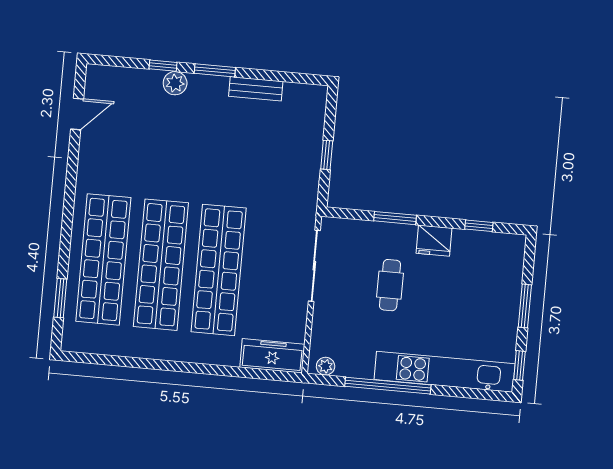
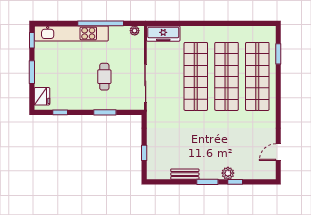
window: (327, 155) -> (144, 153), moved
fridge: (434, 241) -> (42, 96), moved, turned 90

